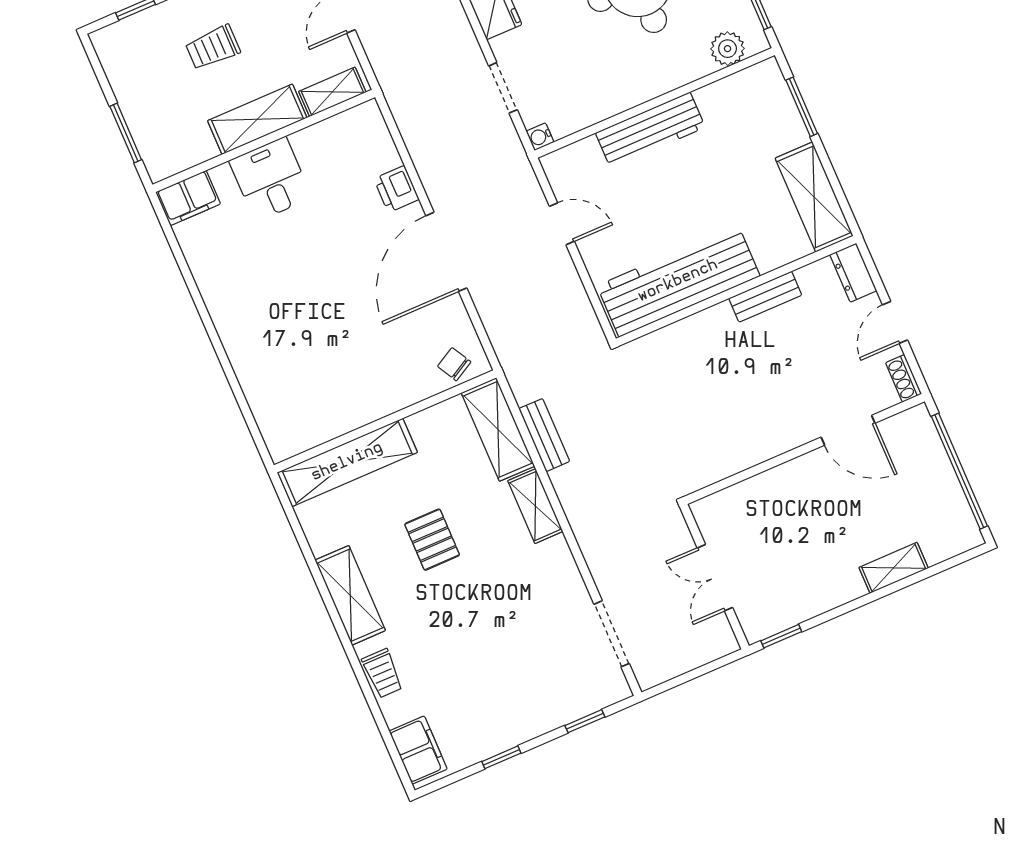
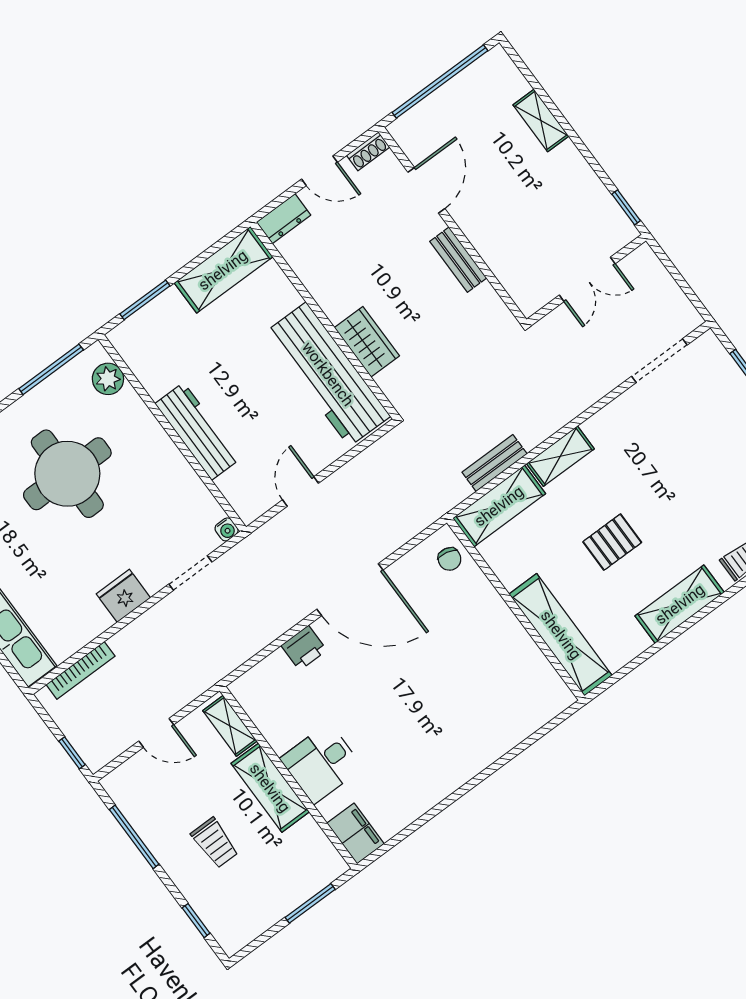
bench: (765, 297) -> (458, 260), moved
wardrobe: (703, 330) -> (367, 342), added
chair: (454, 364) -> (450, 559), turned -49

